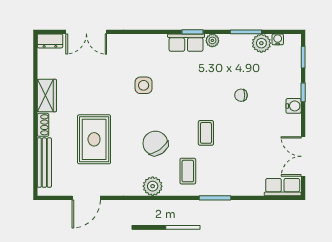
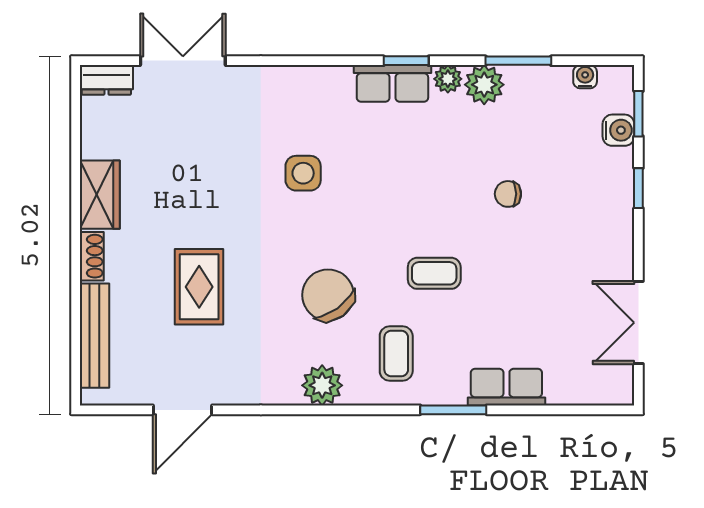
double door: (86, 32) -> (183, 61), swing flipped
plant: (261, 43) -> (484, 85), moved
water cooler: (294, 106) -> (618, 130), moved
coffee table: (206, 133) -> (434, 273), turned 90
rug: (94, 139) -> (199, 287), width x0.73, depth x0.70
row of seats: (283, 187) -> (506, 387), moved

